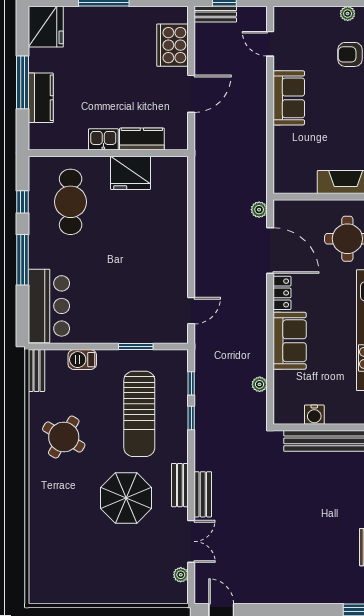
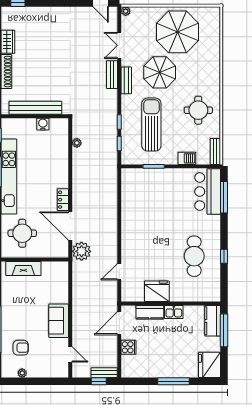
cooker: (172, 45) -> (129, 347), width x0.53, depth x0.76
kitchen sink: (103, 139) -> (174, 312), moved
kitchen counter: (142, 139) -> (150, 312), moved
wall: (108, 153) -> (171, 304), moved
fridge: (130, 173) -> (157, 291), moved
plant: (259, 210) -> (82, 251), width x1.88, depth x1.88
window: (22, 260) -> (224, 197), moved
door: (191, 311) -> (119, 272), moved
sofa: (290, 341) -> (58, 170), removed
round table: (64, 437) -> (198, 110), turned -31
parasol: (97, 563) -> (177, 32), added
plant: (181, 575) -> (126, 11), moved

